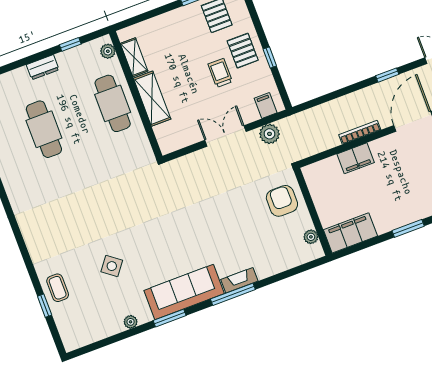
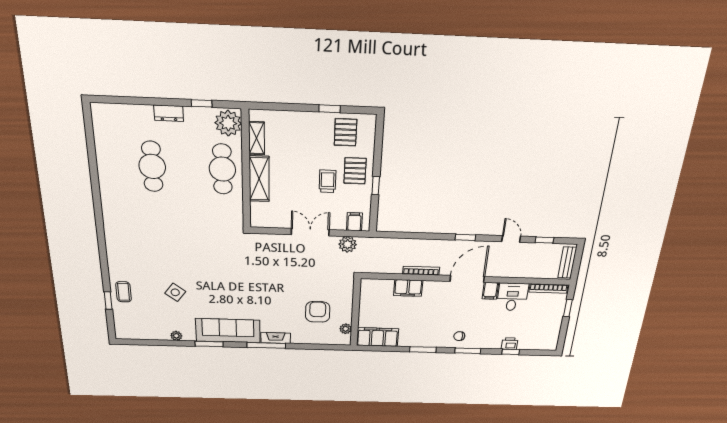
plant: (108, 51) -> (228, 123), width x1.87, depth x1.87
armchair: (282, 201) -> (318, 312), moved

